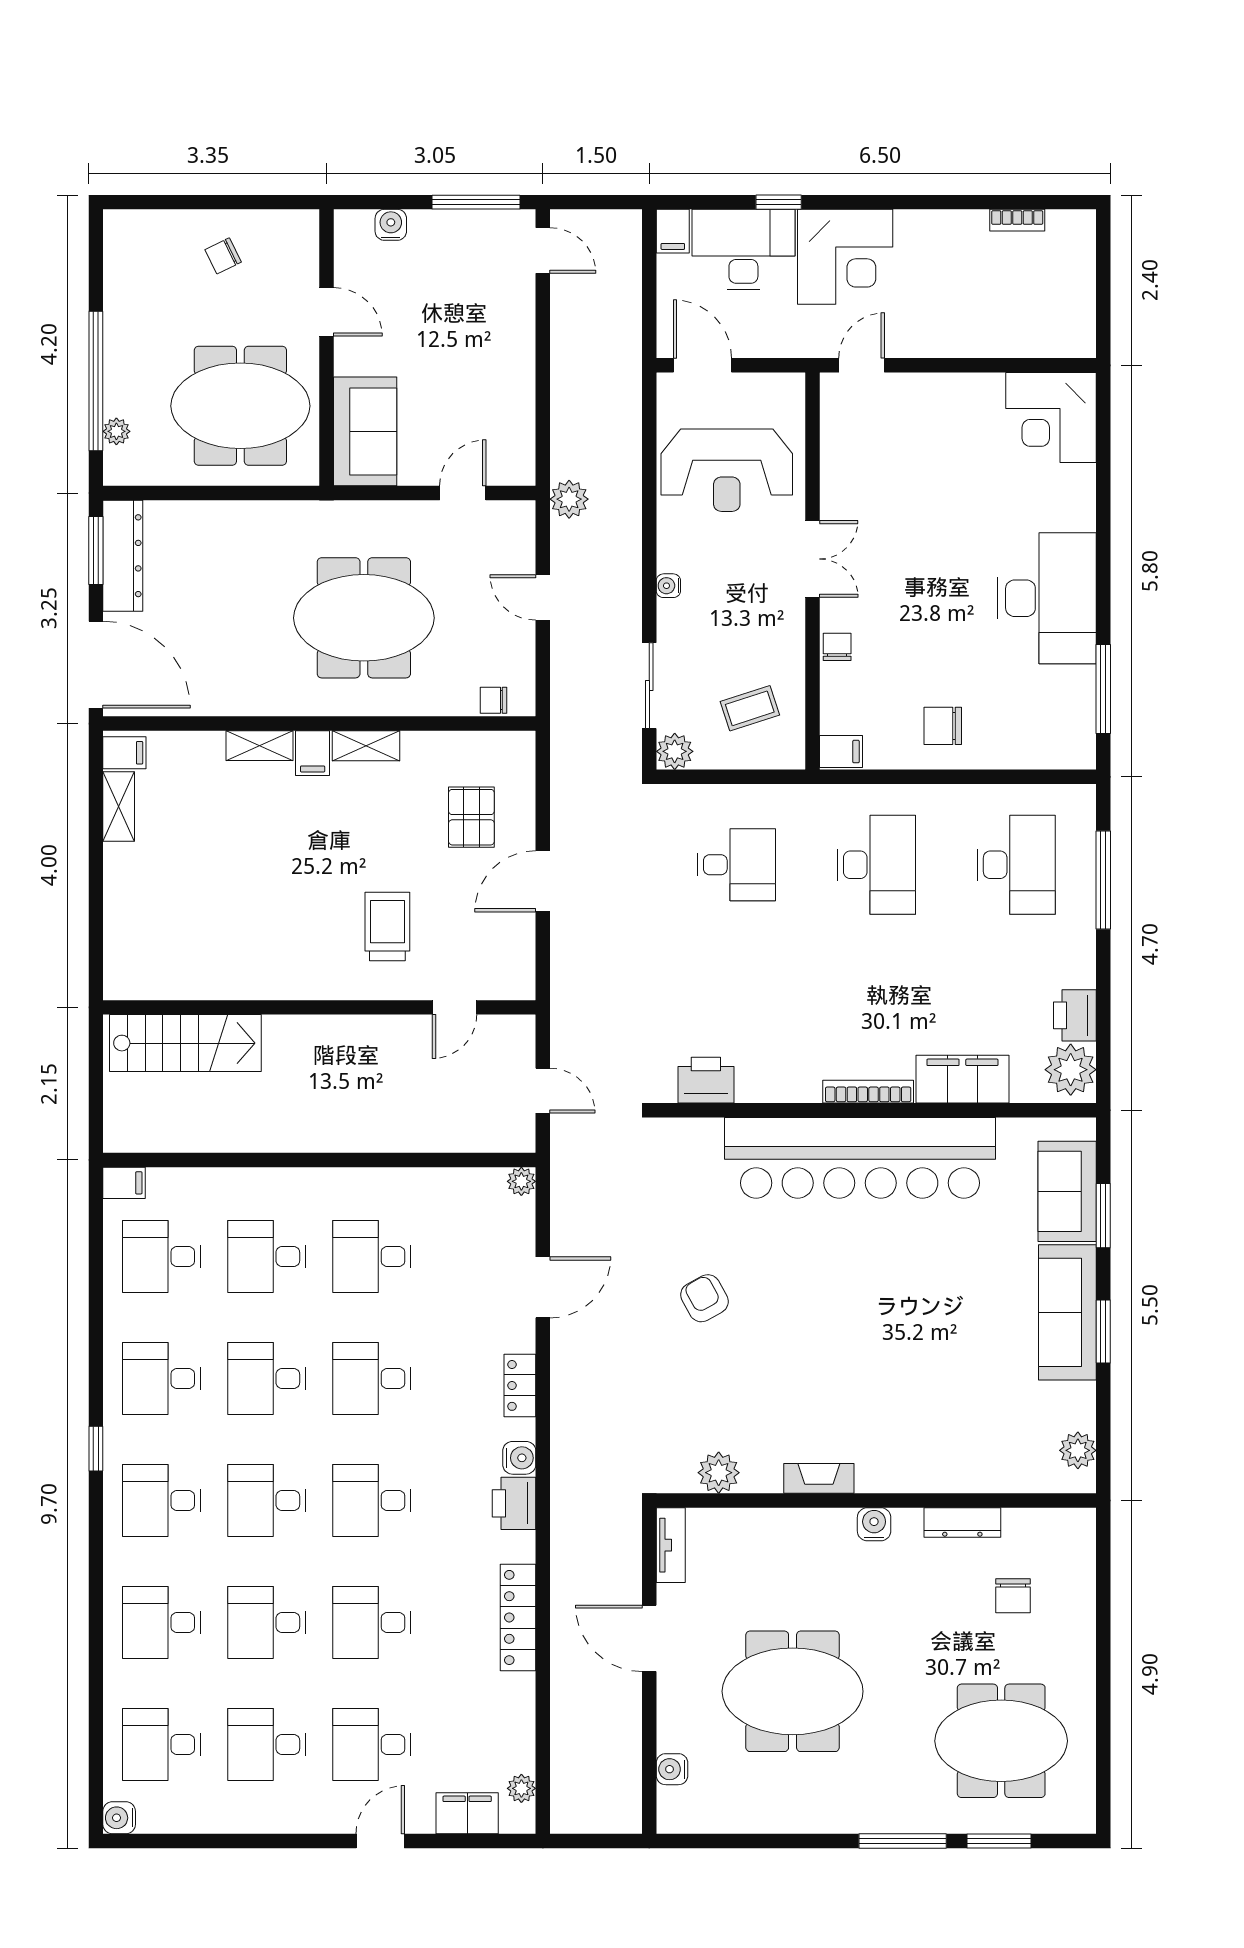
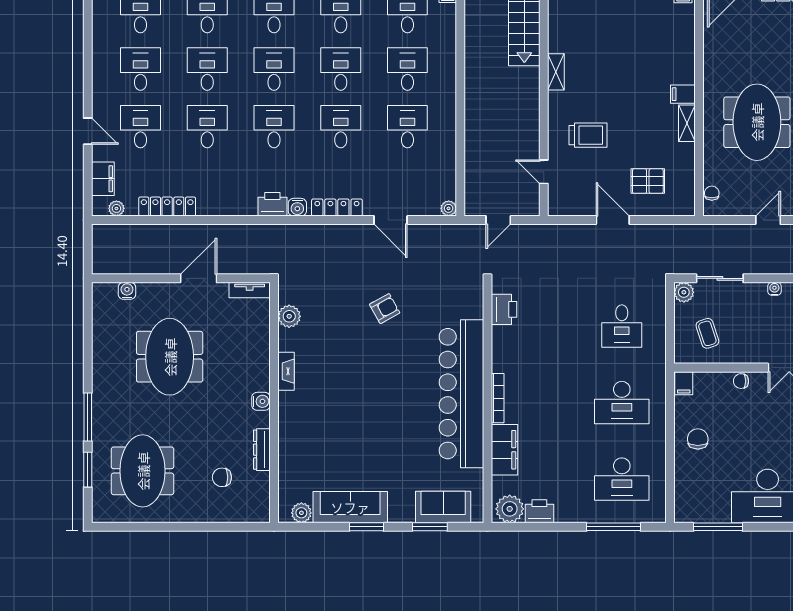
chair: (837, 647) -> (741, 381), turned 180
shelving: (260, 746) -> (556, 72), moved
sofa: (1067, 1312) -> (350, 507), moved
locker: (520, 1385) -> (337, 208), width x1.53
locker: (518, 1617) -> (167, 207), moved

